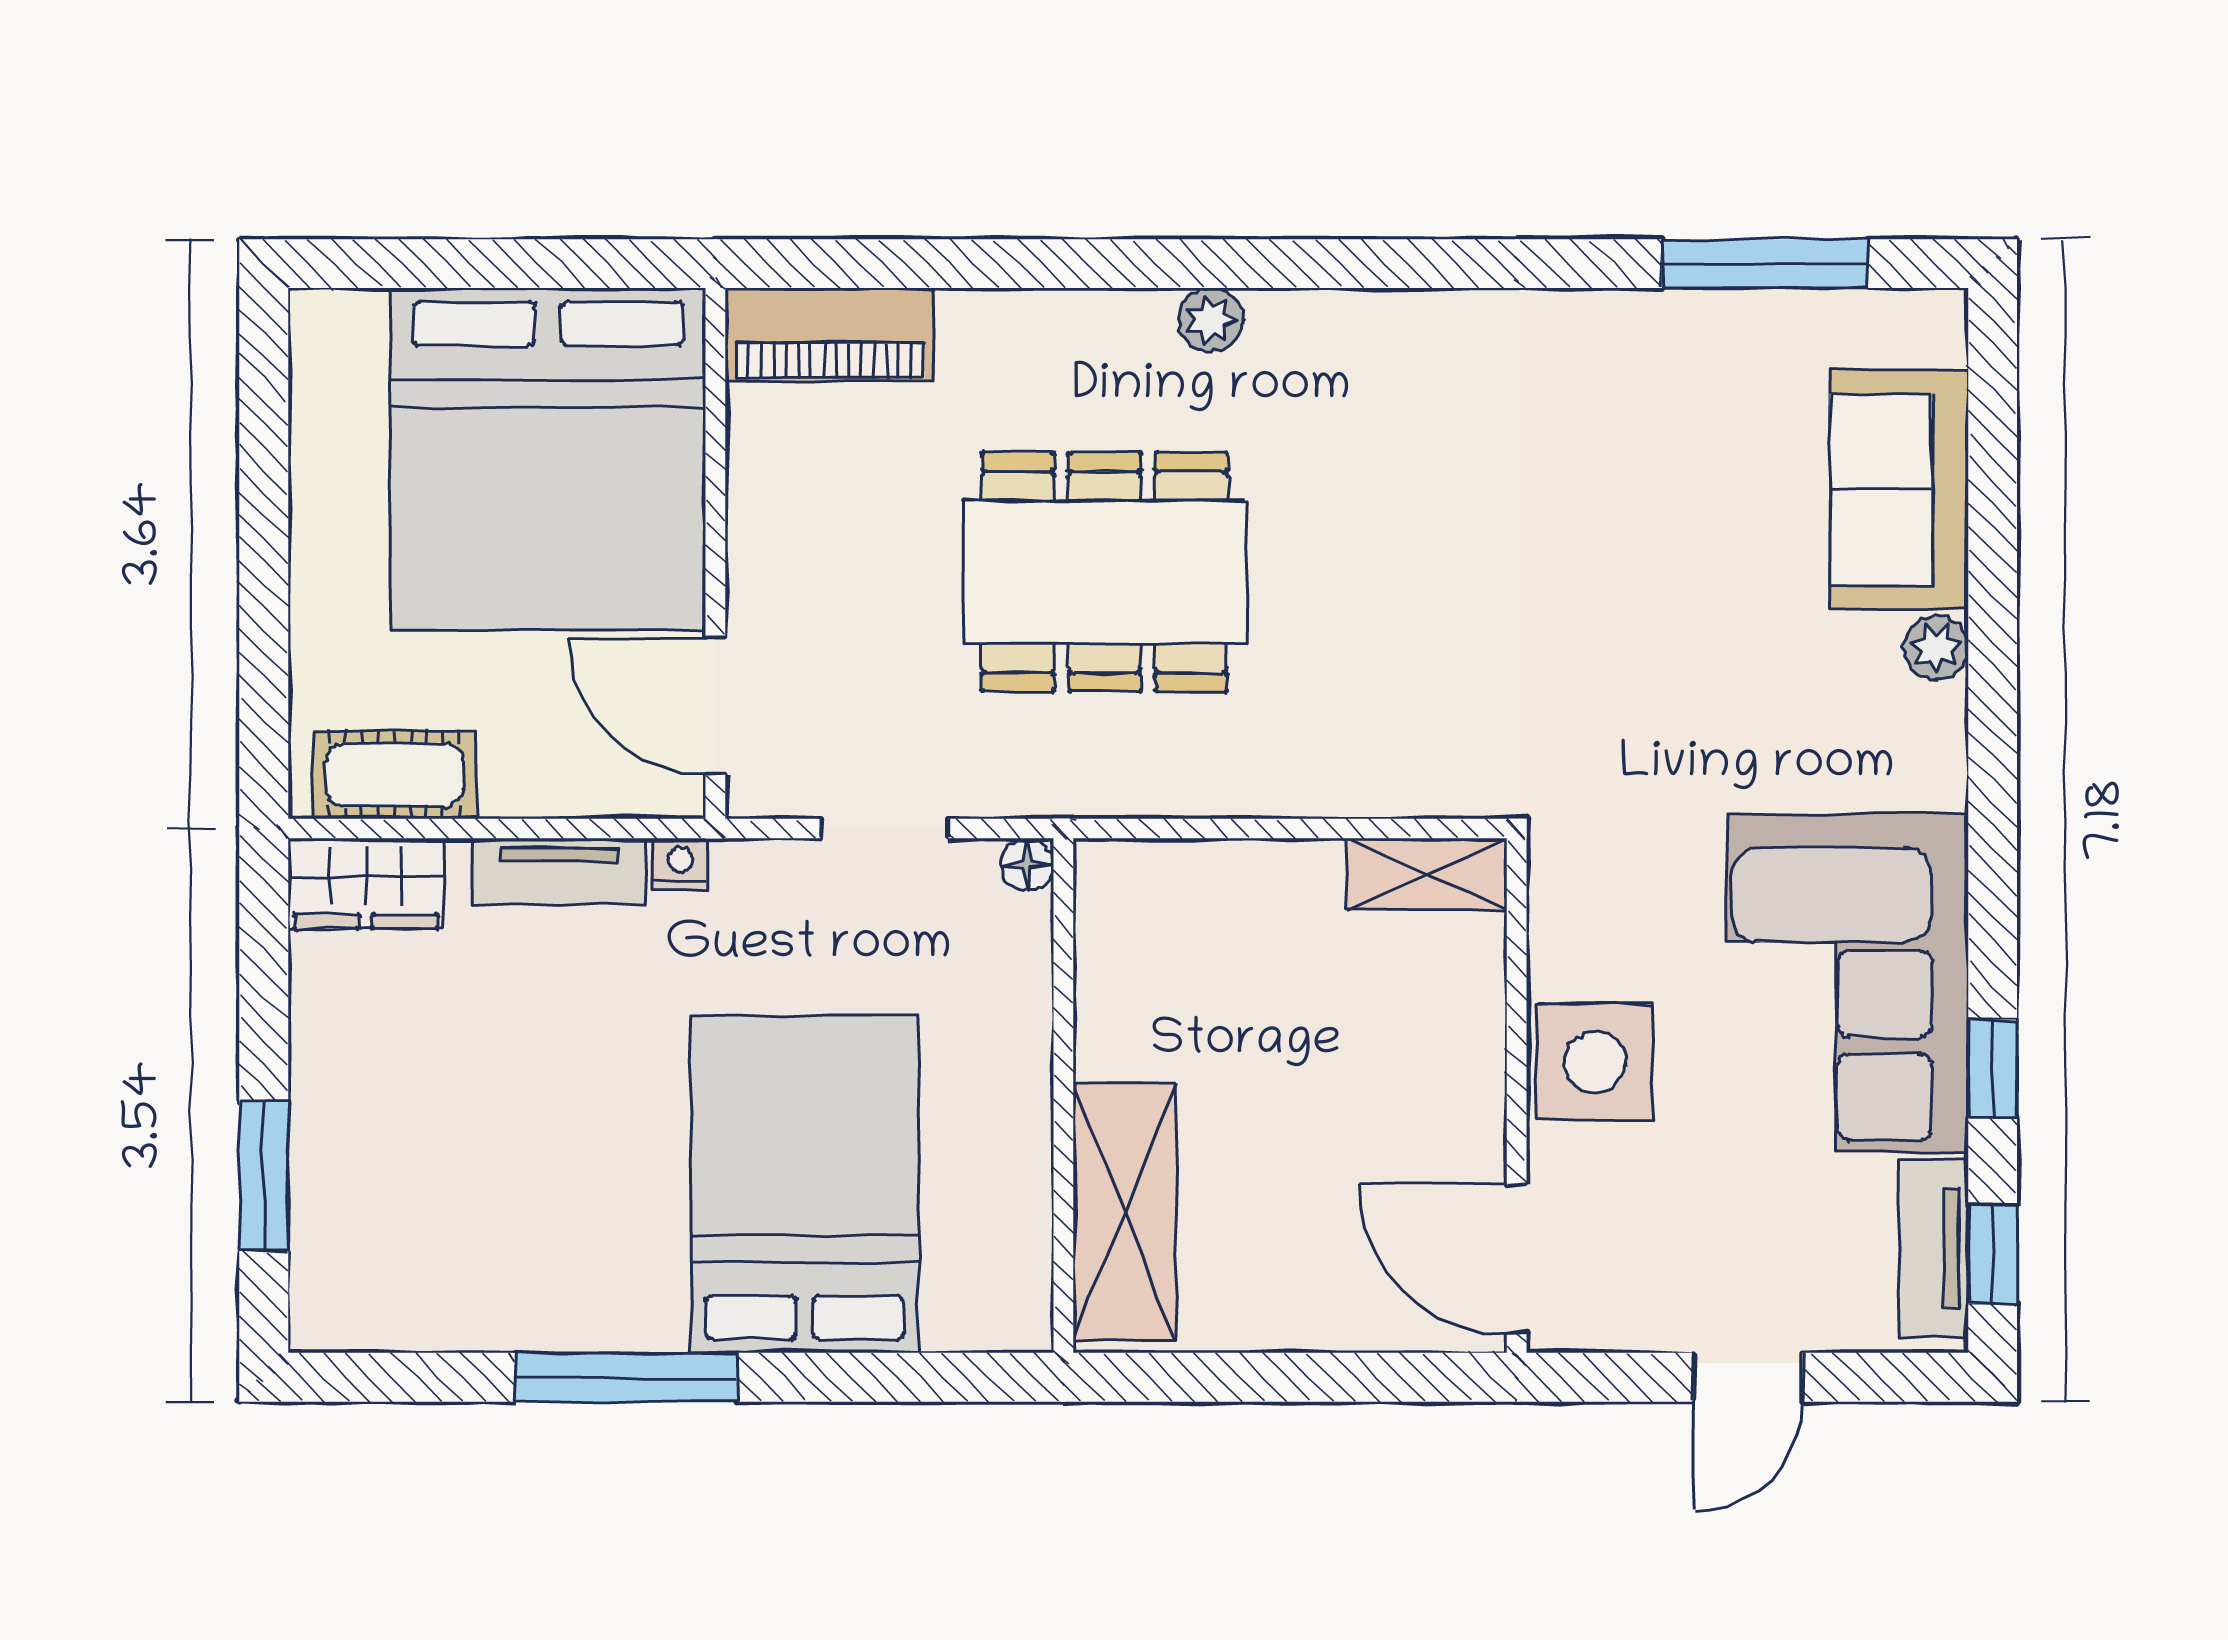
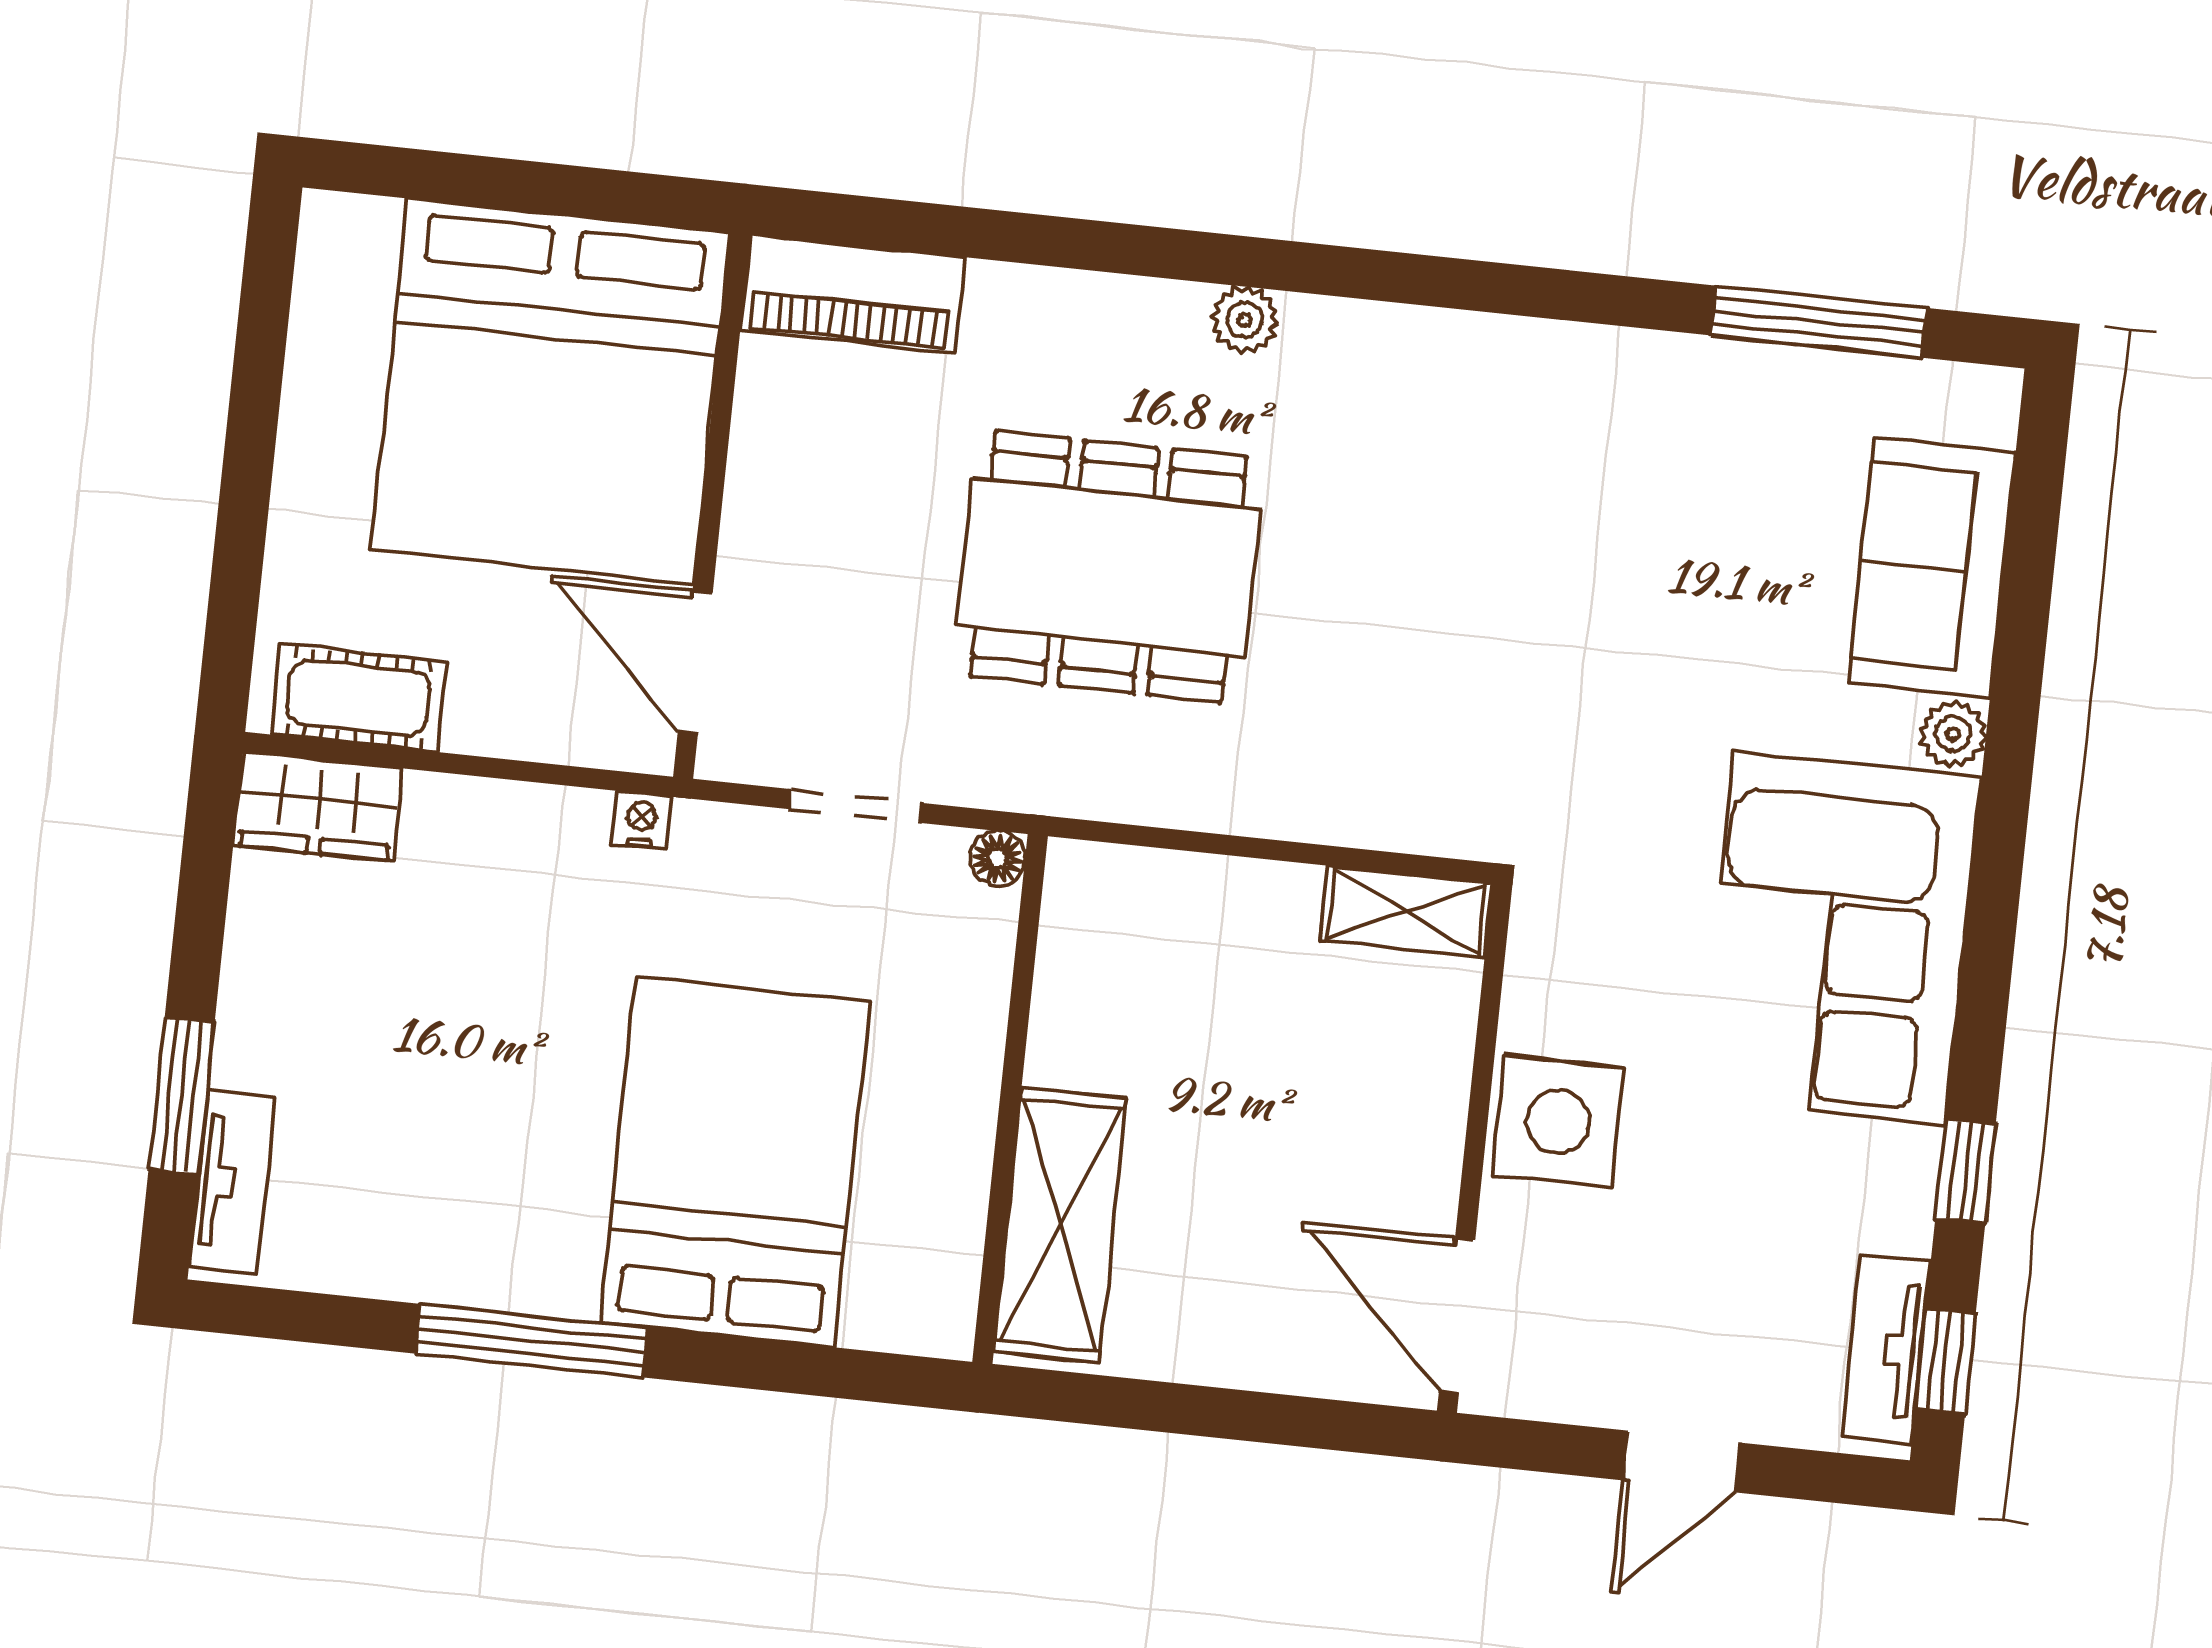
tv unit: (559, 871) -> (232, 1182), moved, turned -90
corner sofa: (1847, 983) -> (1840, 938), moved

